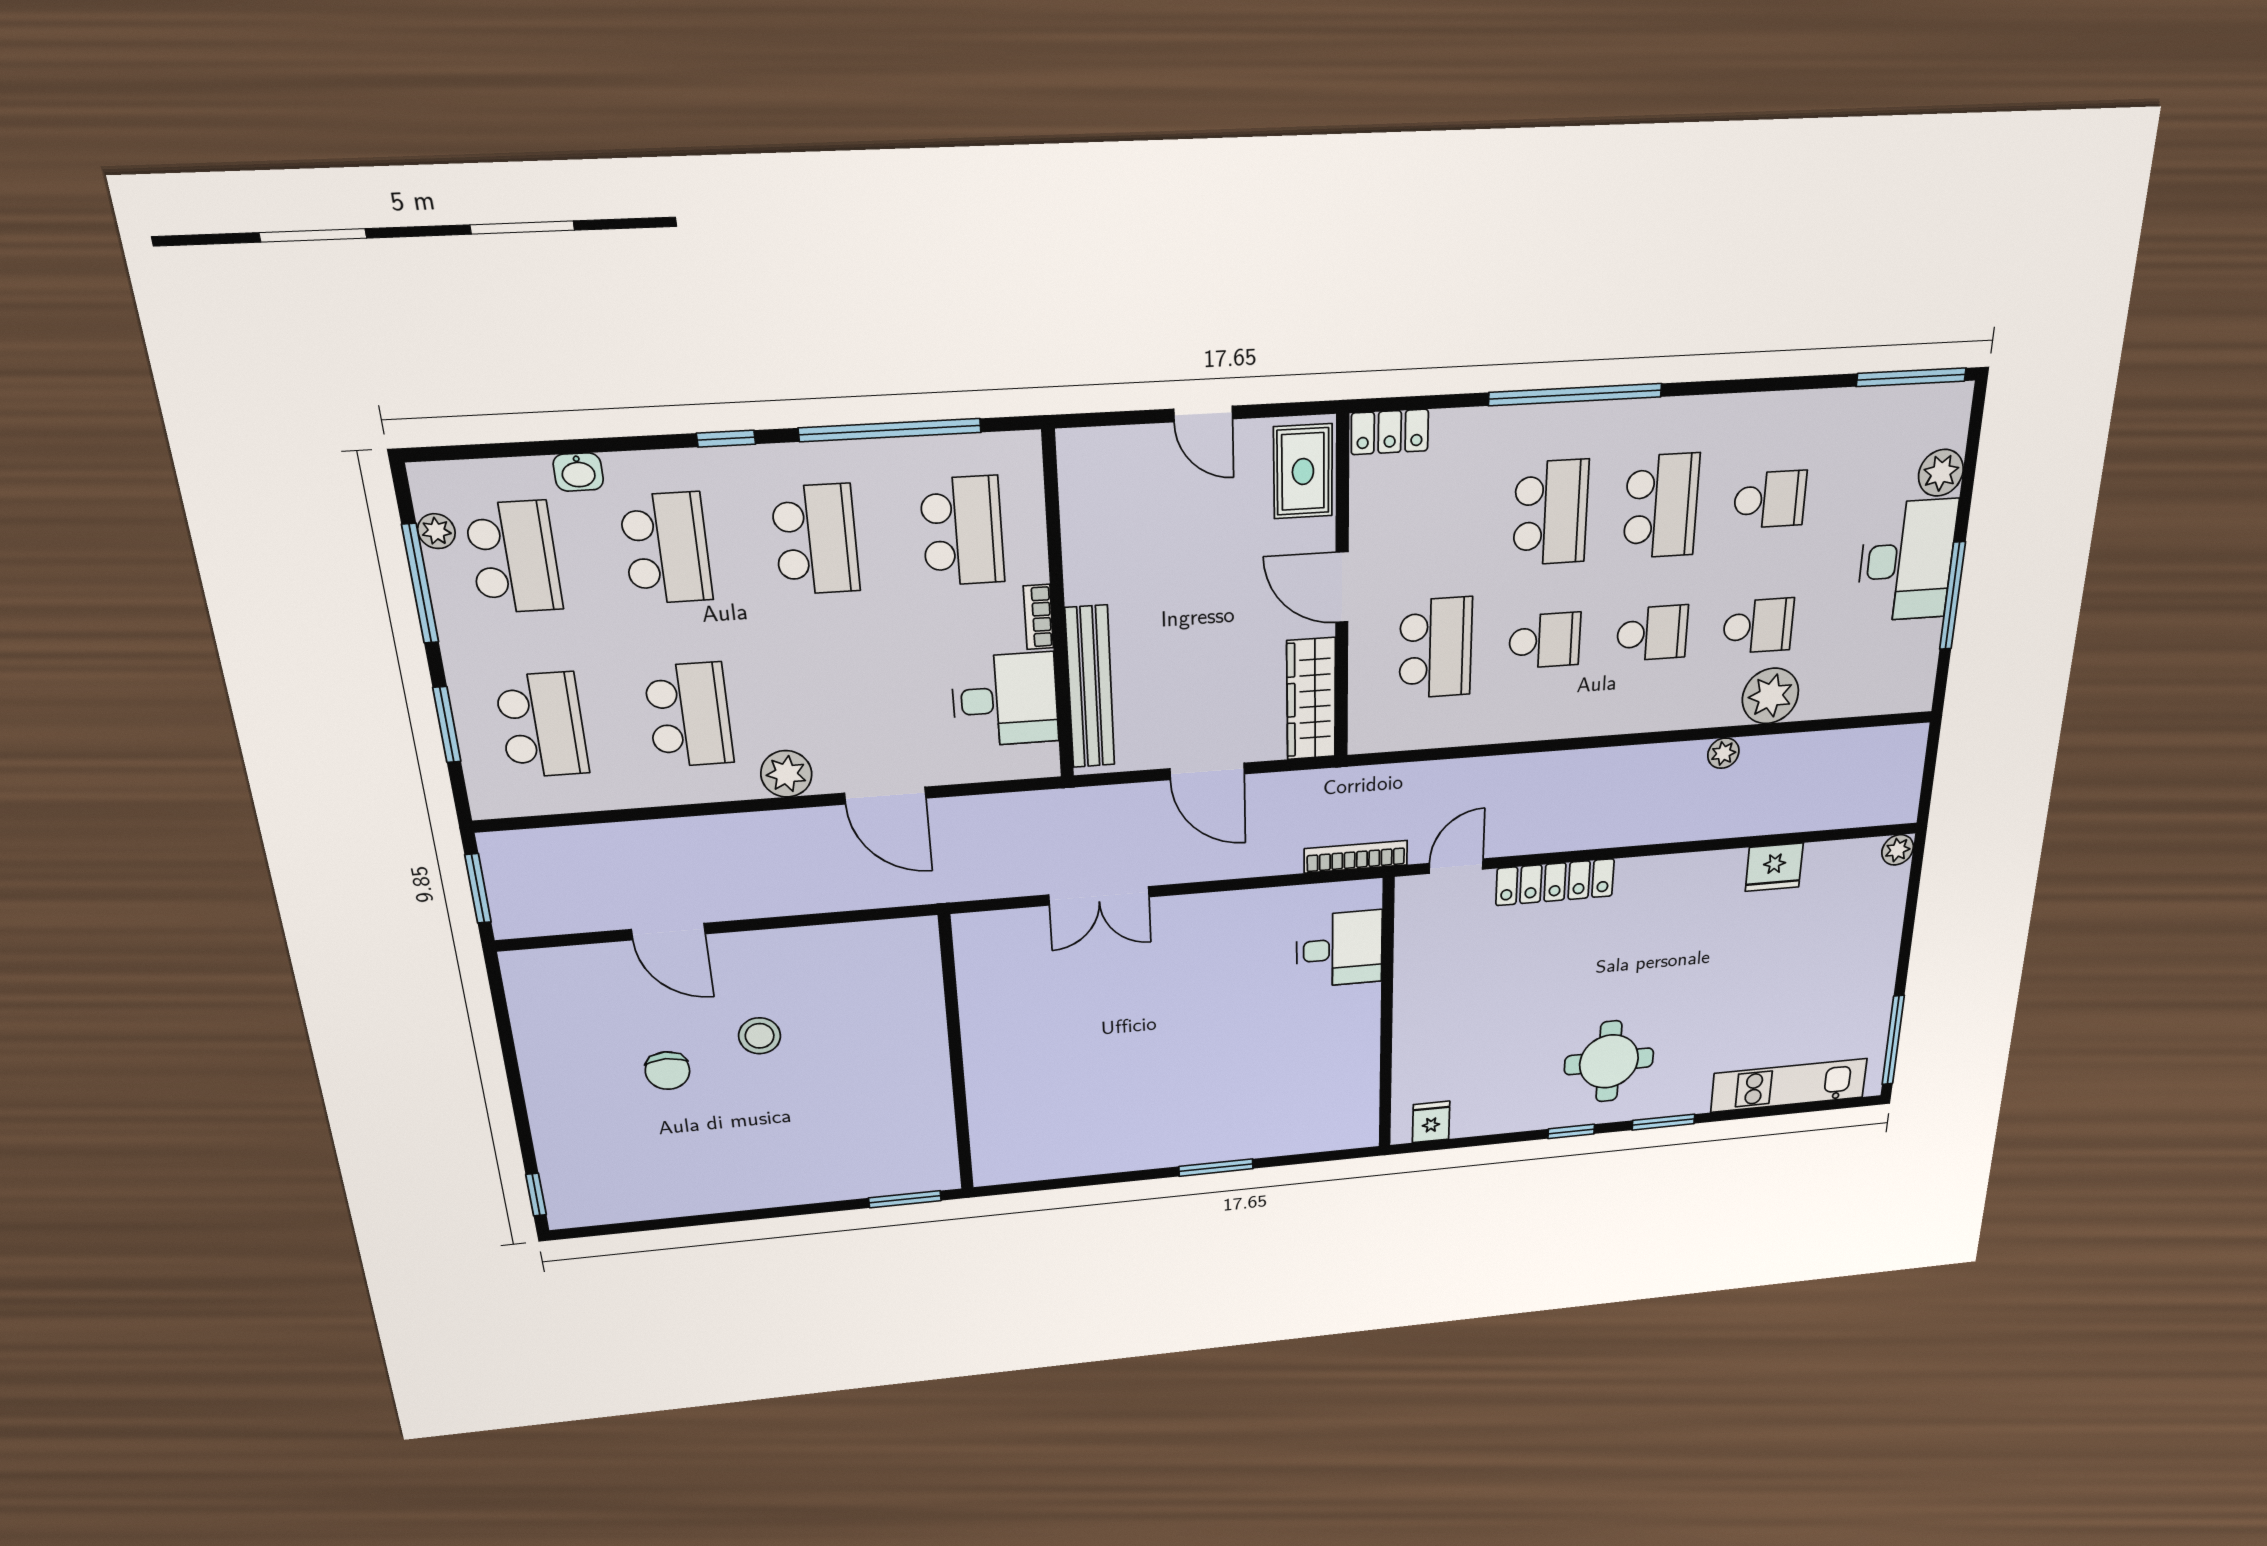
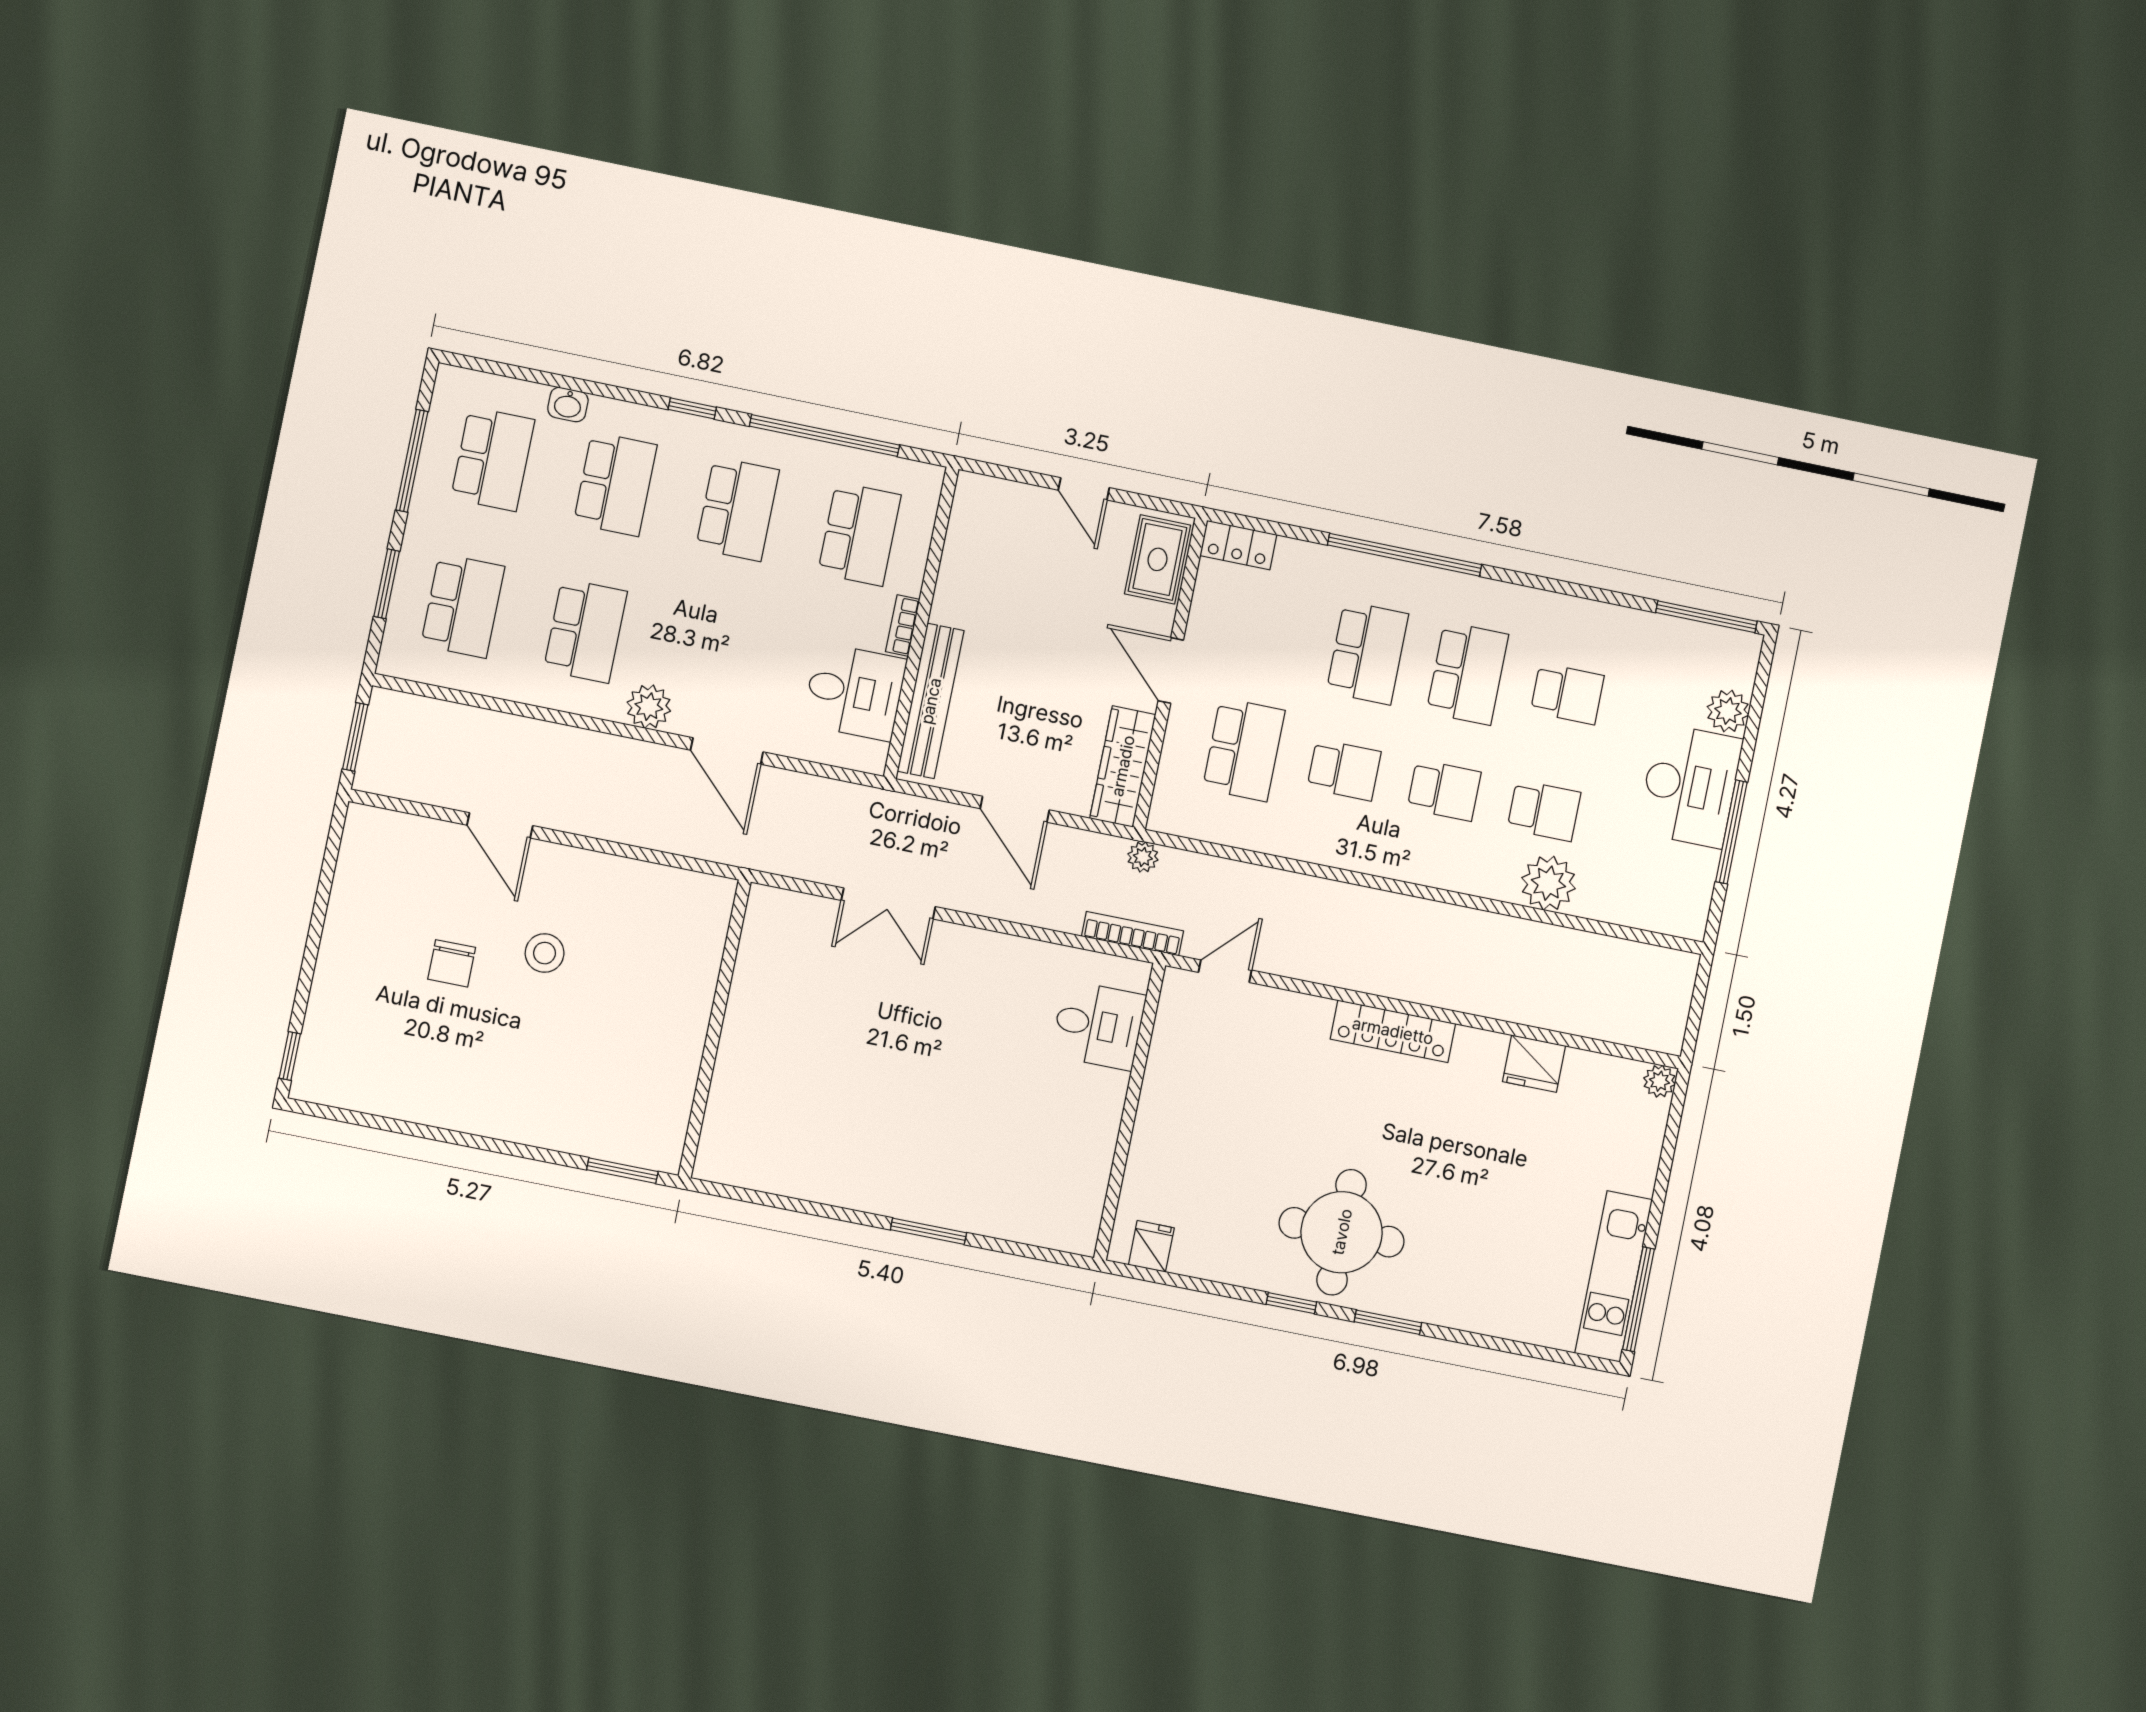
plant: (436, 531) -> (441, 422), removed
plant: (1723, 753) -> (1143, 857), moved
locker: (1555, 882) -> (1393, 1031), moved
round table: (1609, 1061) -> (1342, 1232), width x1.36, depth x1.36
kitchen unit: (1789, 1085) -> (1614, 1276), moved, turned -90

